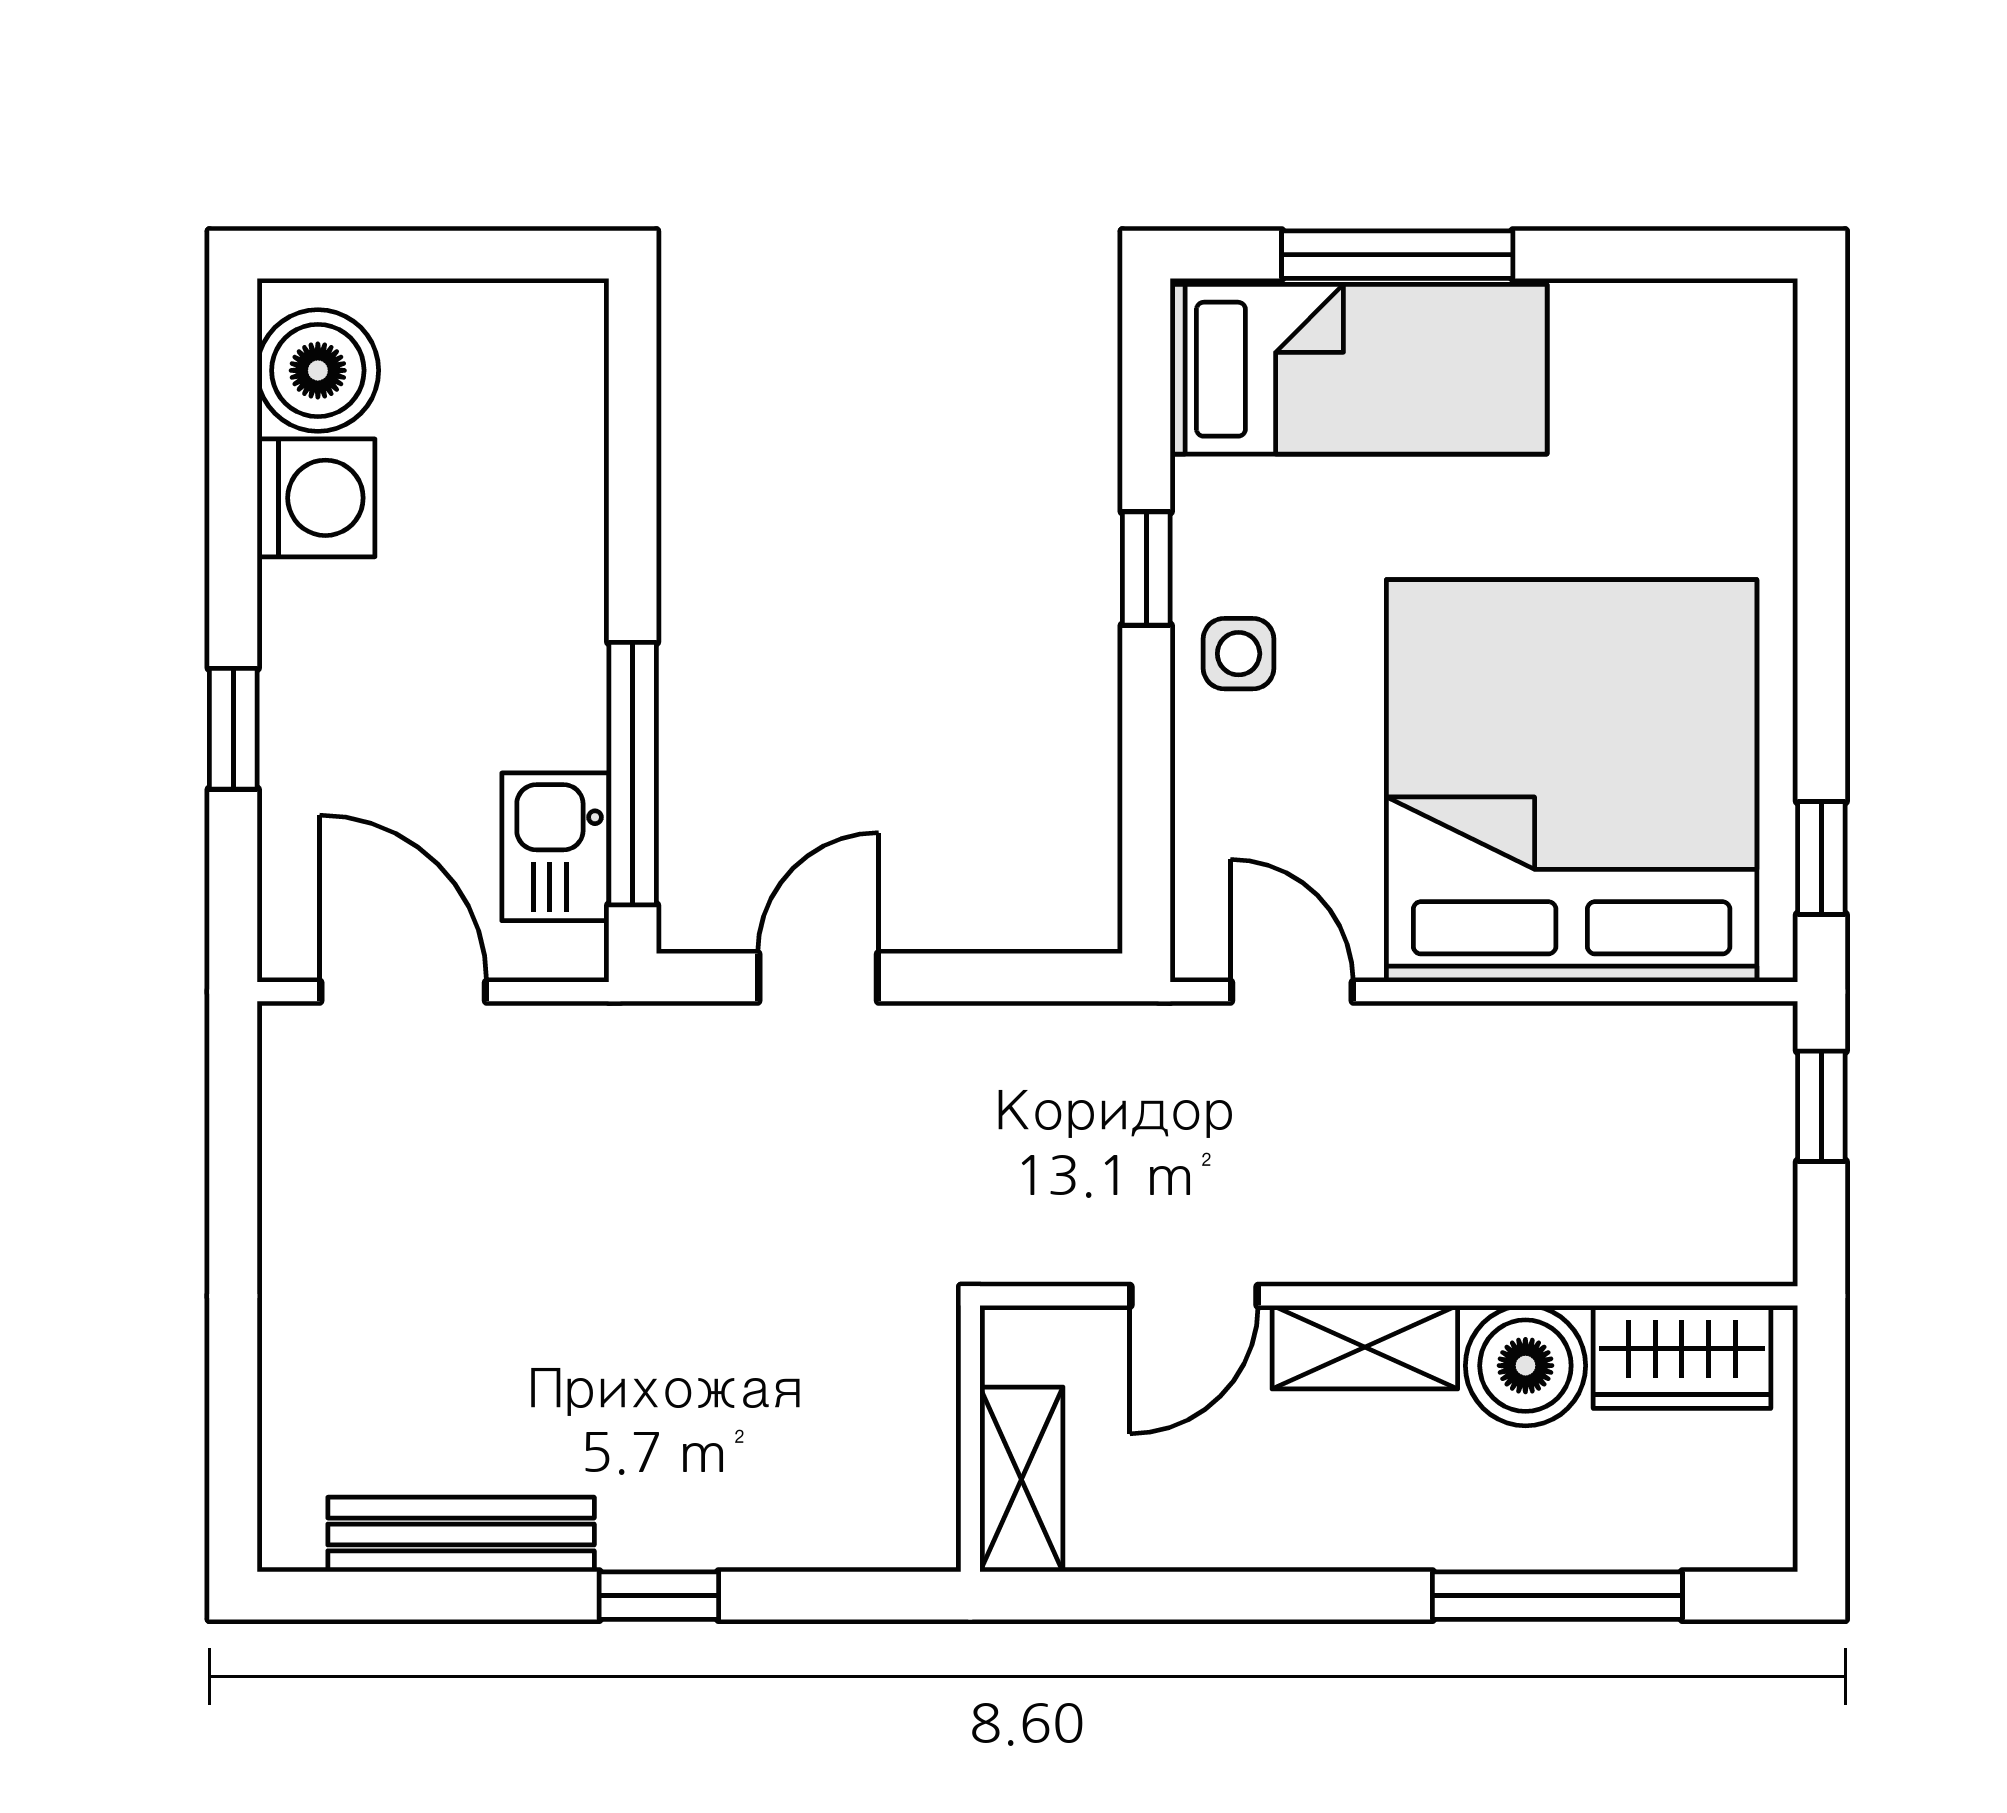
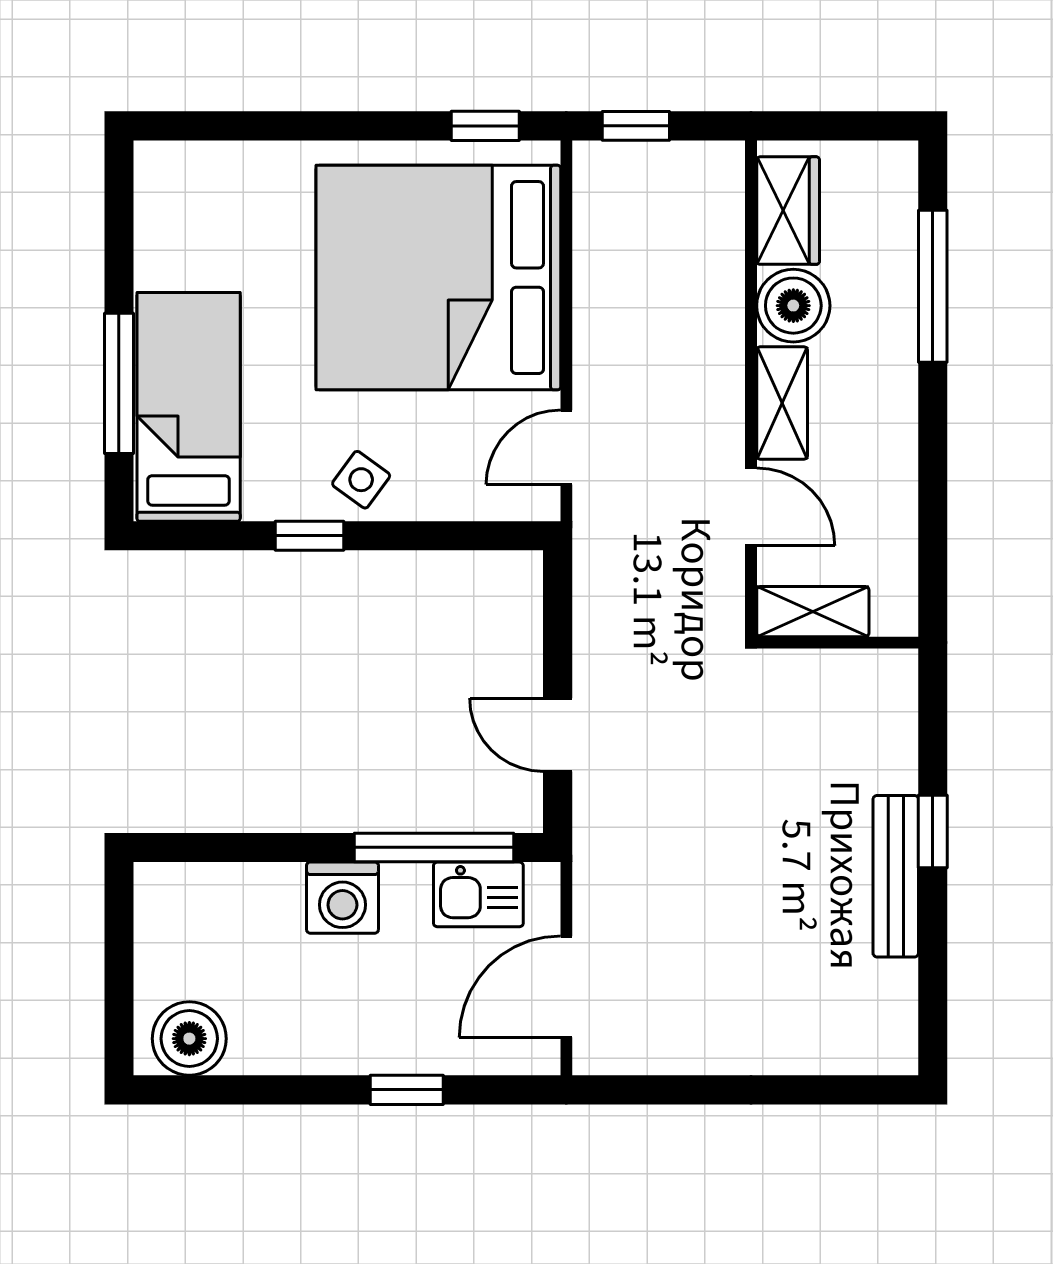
washing machine: (316, 498) -> (342, 898), moved, turned 180
side table: (1239, 654) -> (361, 480), turned 36
shelving: (1021, 1479) -> (813, 612), moved
bench: (461, 1534) -> (896, 876), moved

